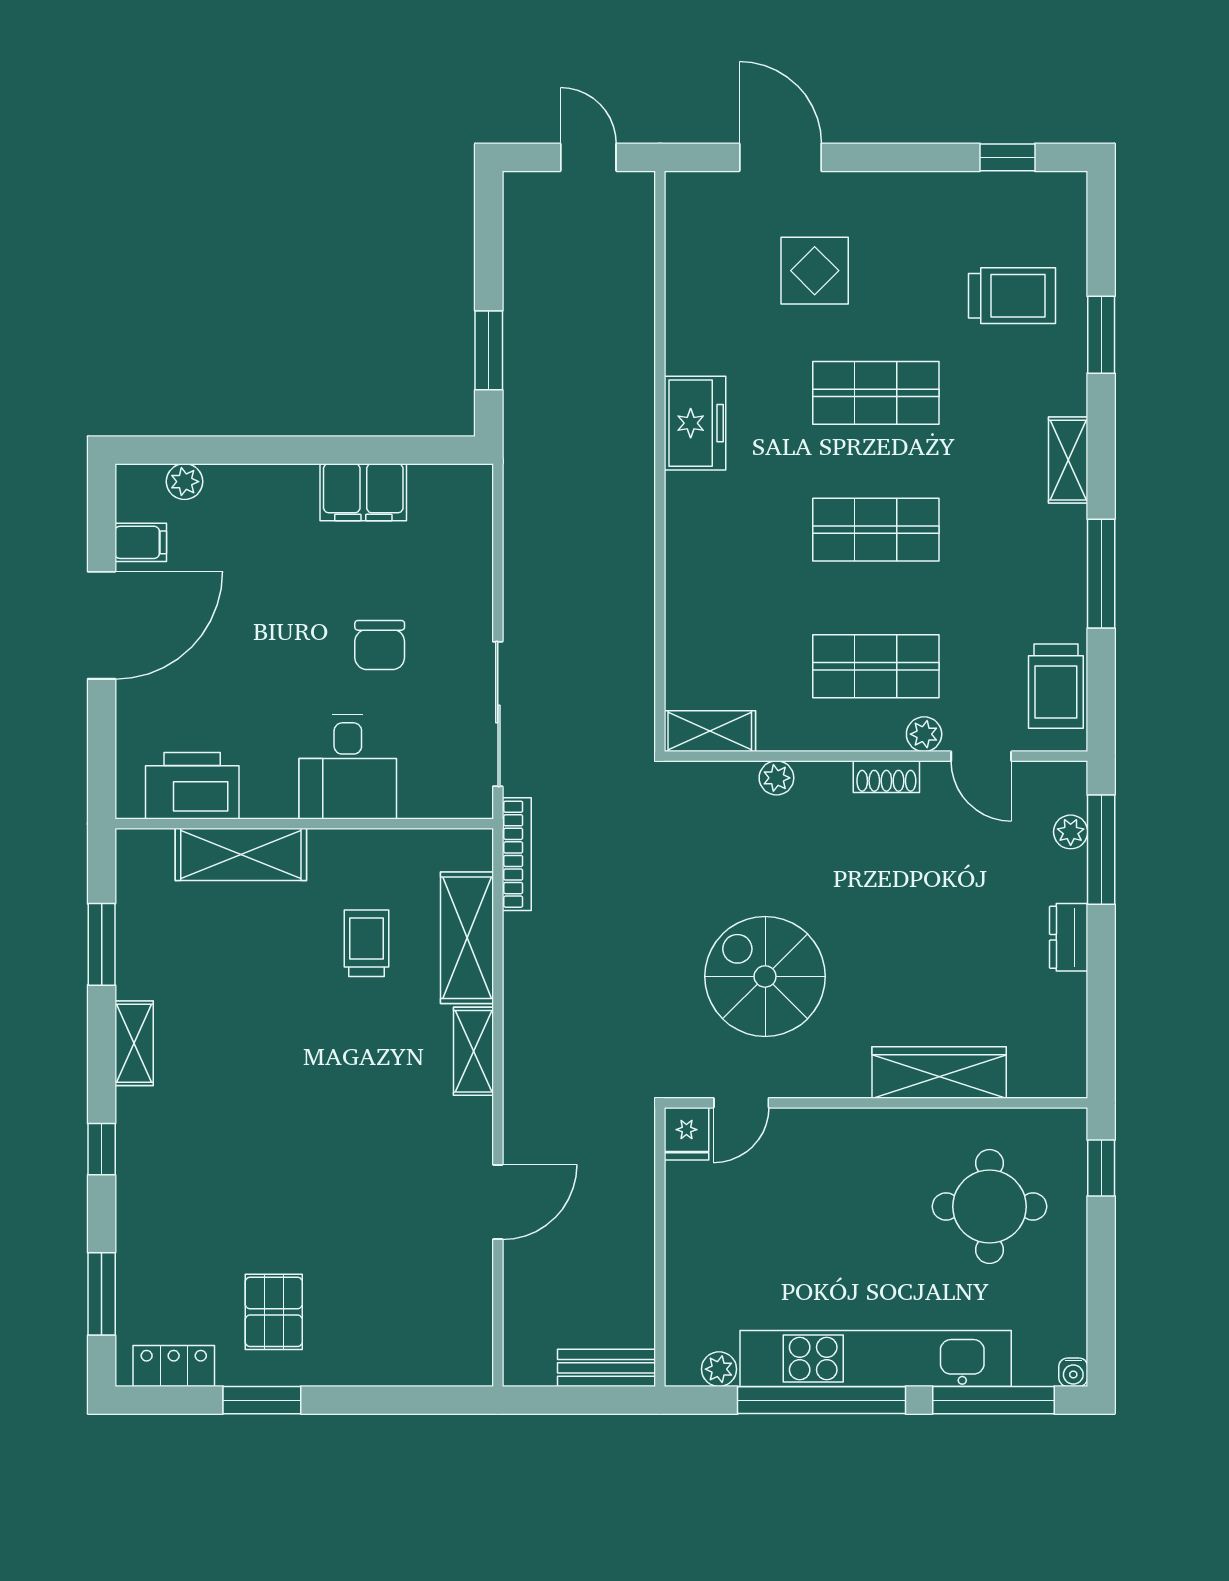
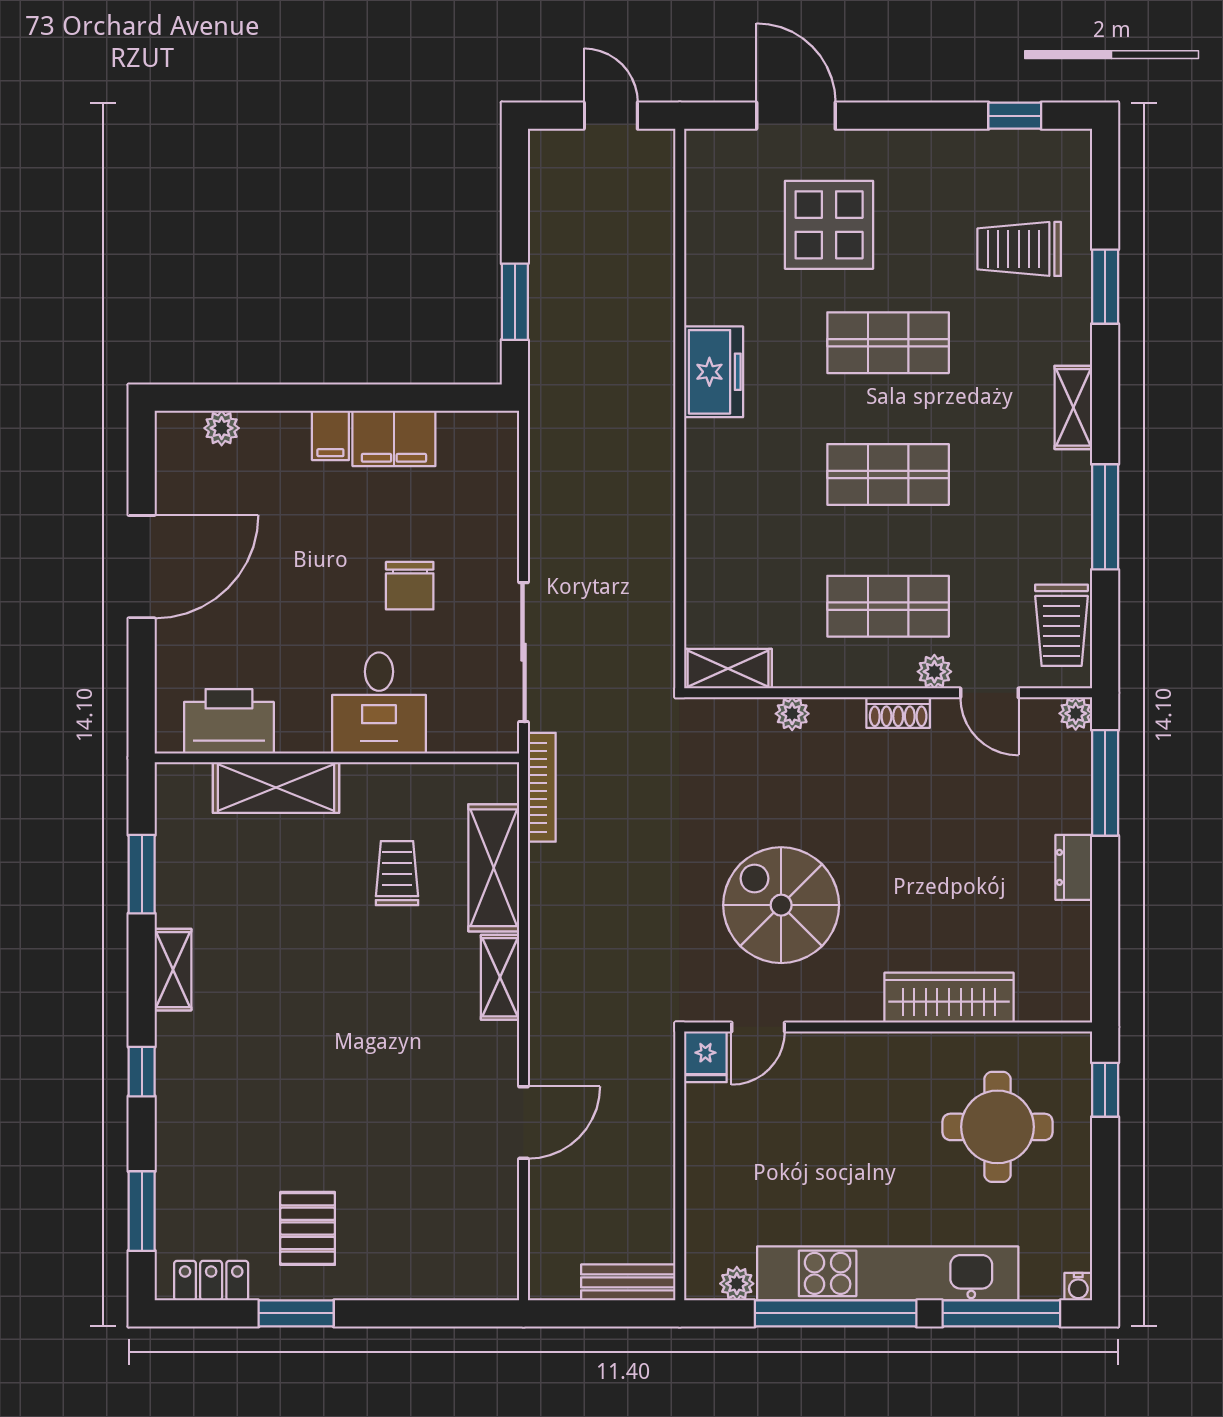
display table: (815, 271) -> (829, 225), width x1.36, depth x1.36
trolley: (1012, 296) -> (1019, 249), turned 180
filing cabinet: (141, 542) -> (330, 435), moved, turned 90
plant: (1071, 832) -> (1076, 713), moved

